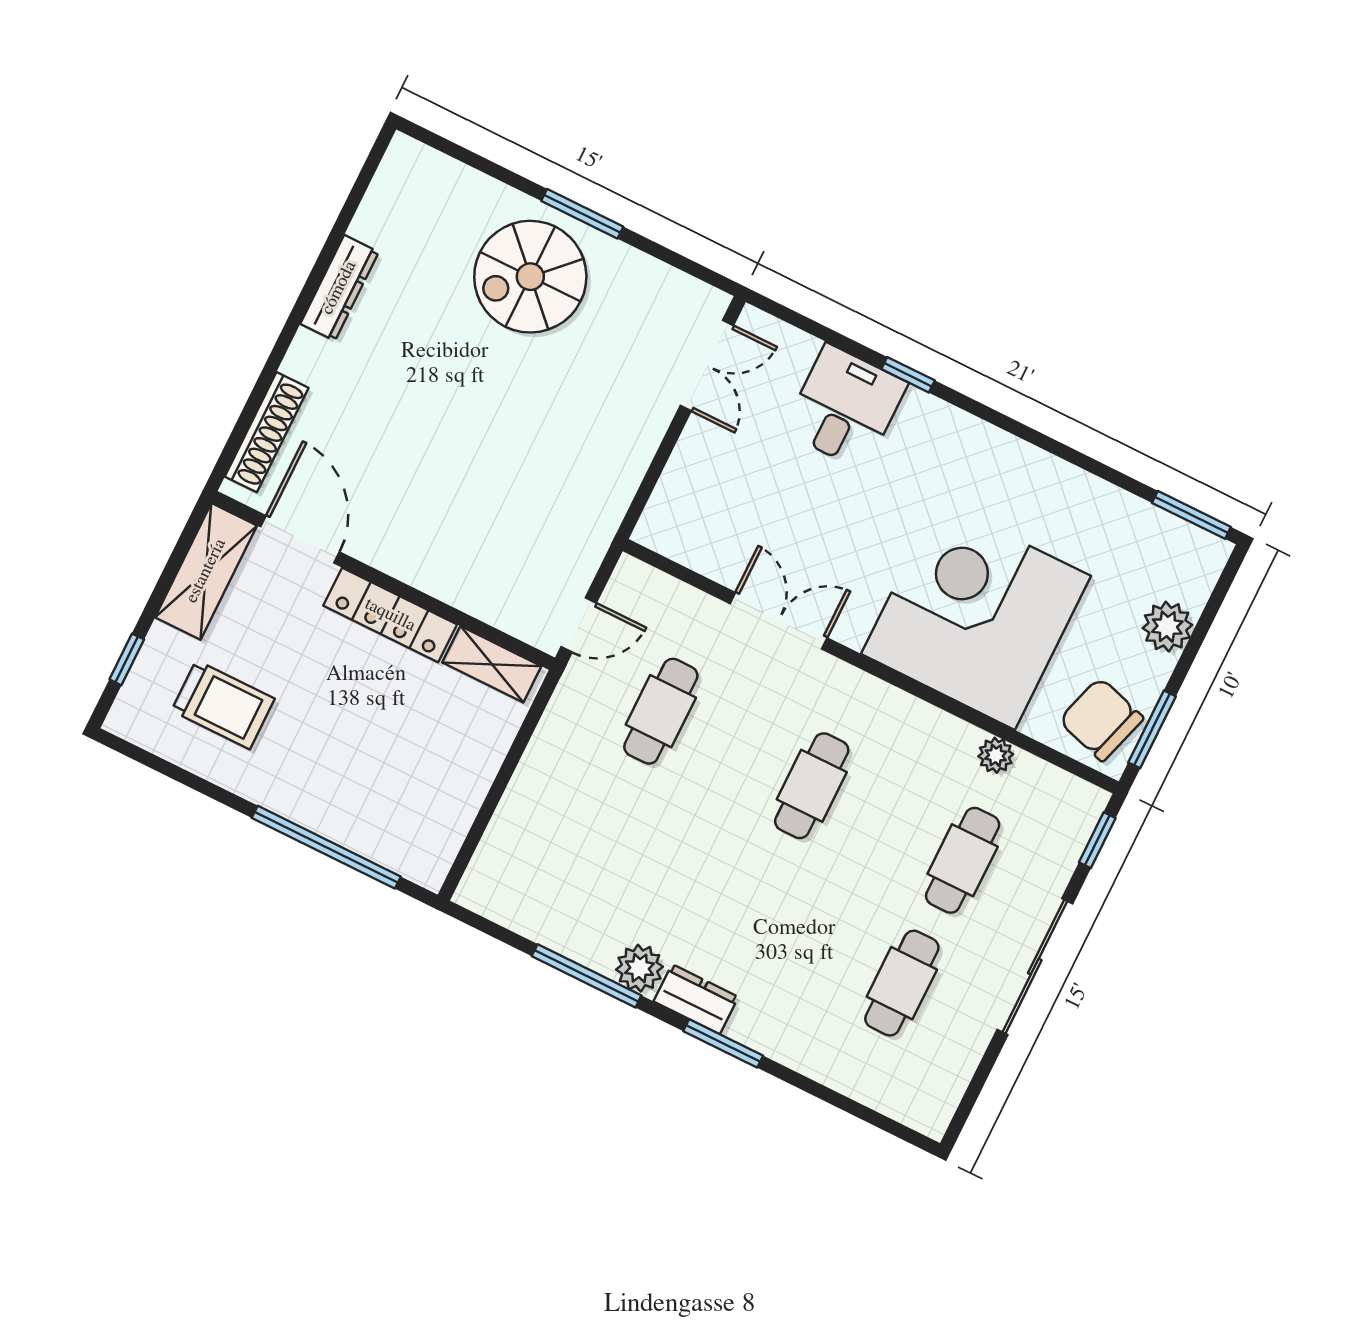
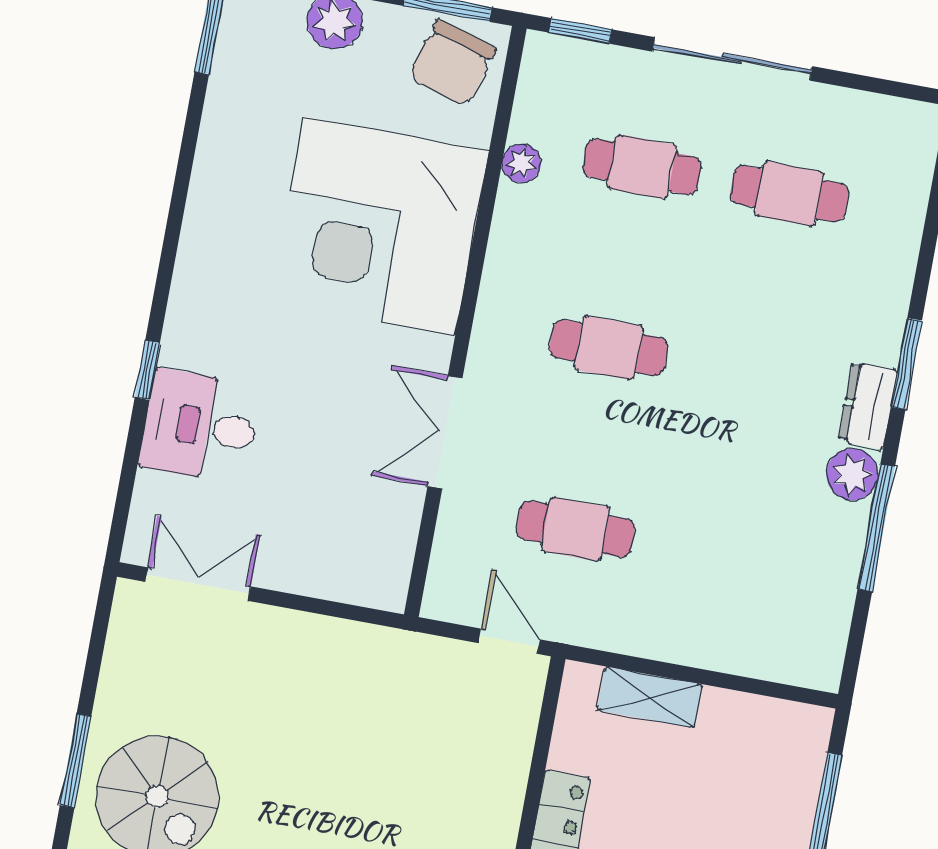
shelving: (492, 664) -> (650, 697), moved, turned 90

